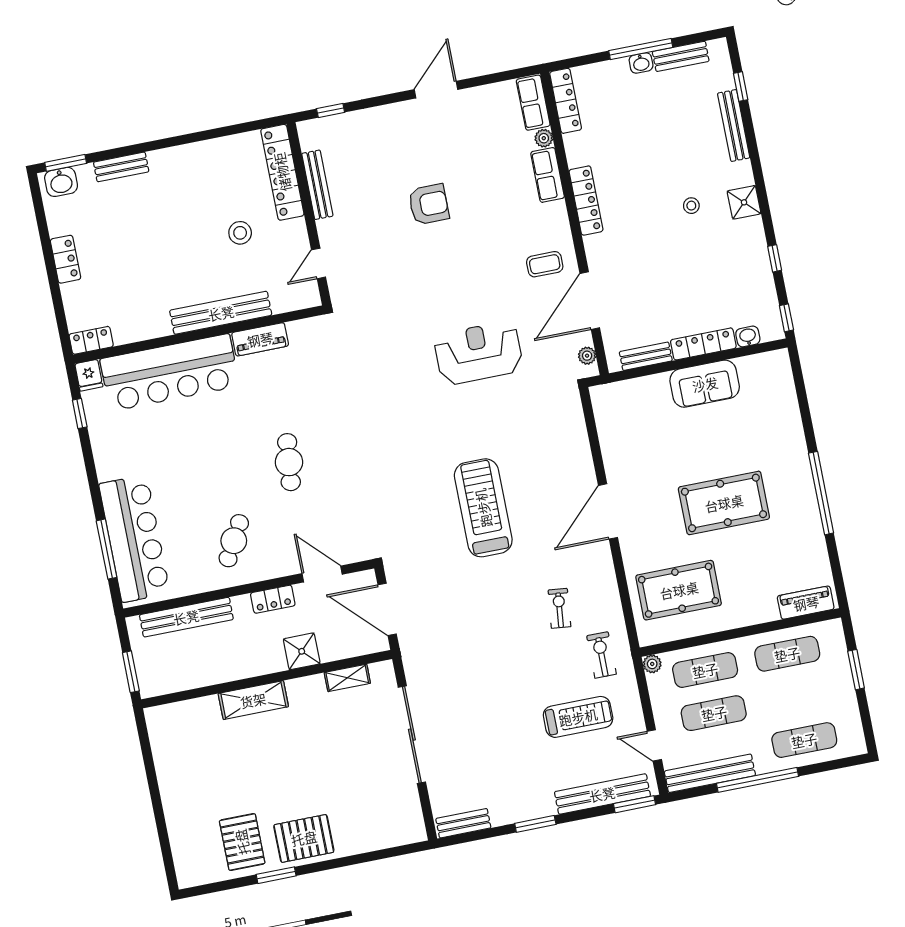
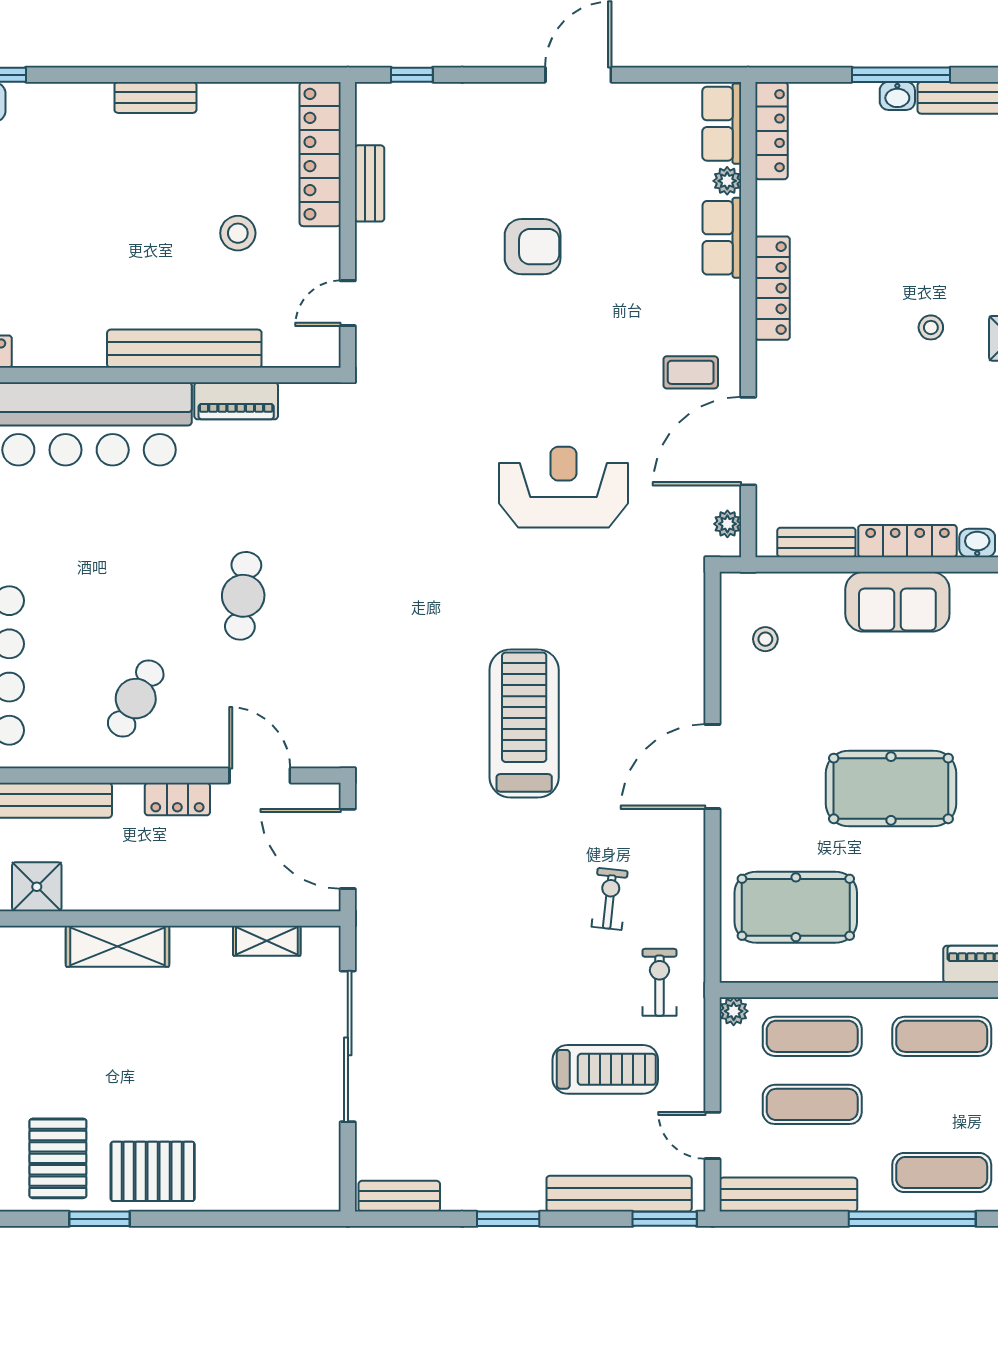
bench: (121, 167) -> (155, 97), moved
bench: (317, 185) -> (370, 183), width x0.73
stool: (626, 424) -> (765, 639), added
shower: (302, 651) -> (37, 887), moved
window: (758, 780) -> (912, 1219), moved

